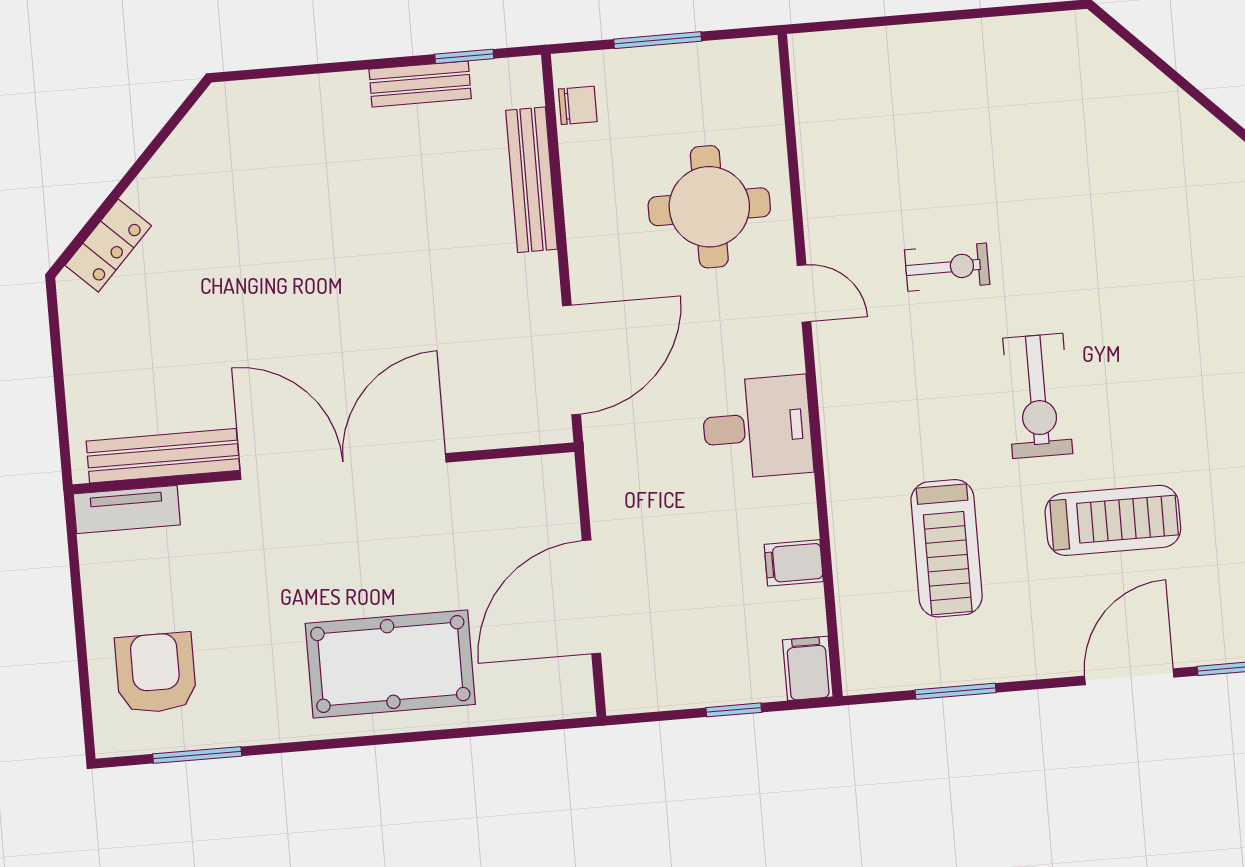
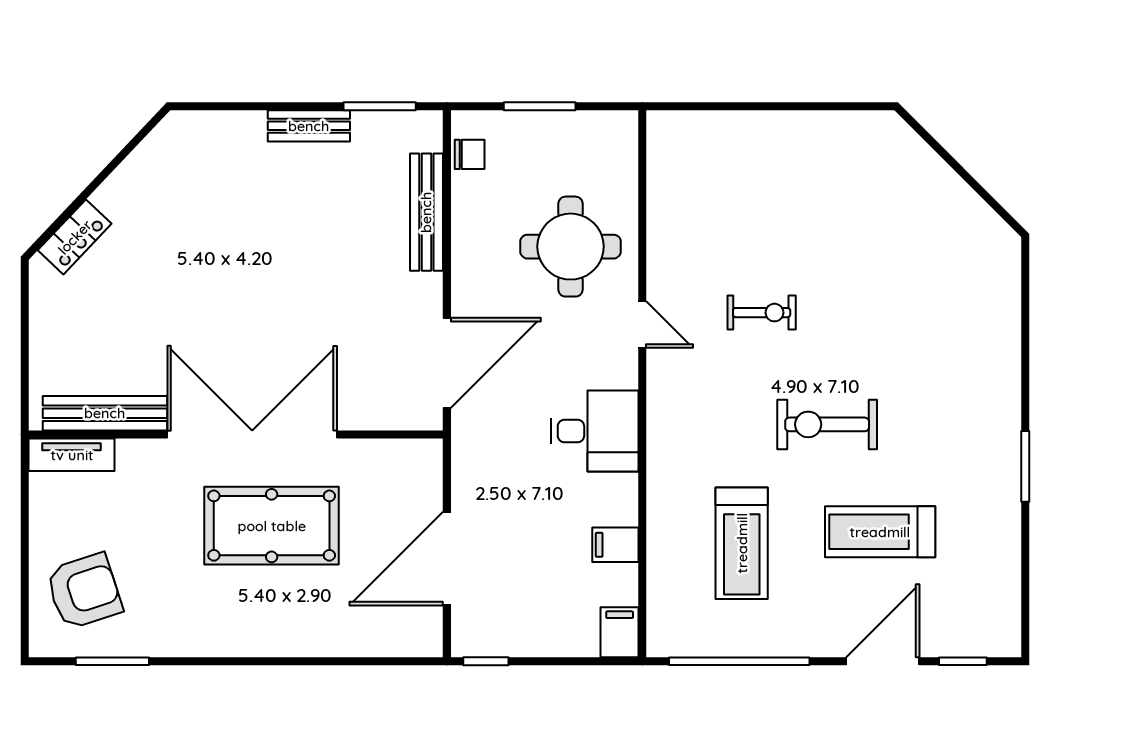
window: (464, 56) -> (380, 106), width x1.50
bench: (420, 84) -> (309, 126), moved
exercise bike: (1038, 396) -> (827, 424), turned 90
treadmill: (1113, 520) -> (880, 532), turned 180
pool table: (390, 664) -> (272, 526), moved
armchair: (156, 673) -> (84, 591), turned 72
window: (956, 691) -> (739, 661), width x2.11
window: (734, 710) -> (486, 661), moved

